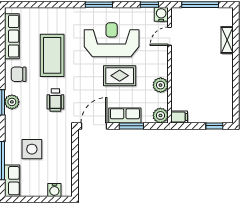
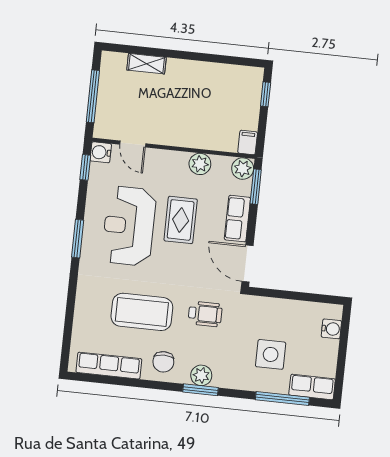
window: (131, 126) -> (256, 187), moved

